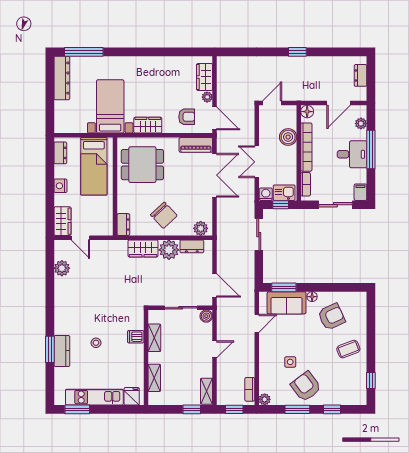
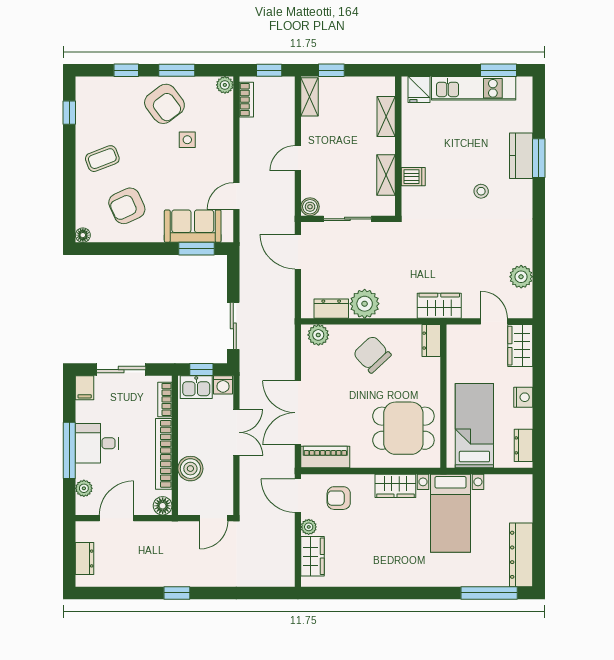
wardrobe: (143, 248) -> (439, 306), moved
floor lamp: (312, 297) -> (83, 235), moved
stool: (96, 343) -> (481, 191), moved

